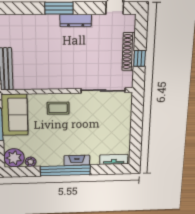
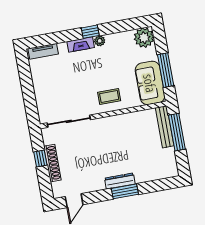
dresser: (76, 20) -> (120, 181), moved
plant: (31, 162) -> (100, 41), moved
window: (65, 170) -> (90, 32), width x0.32

